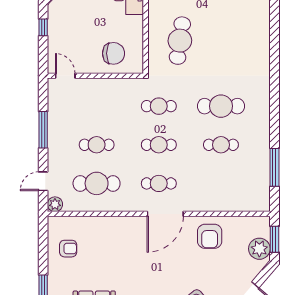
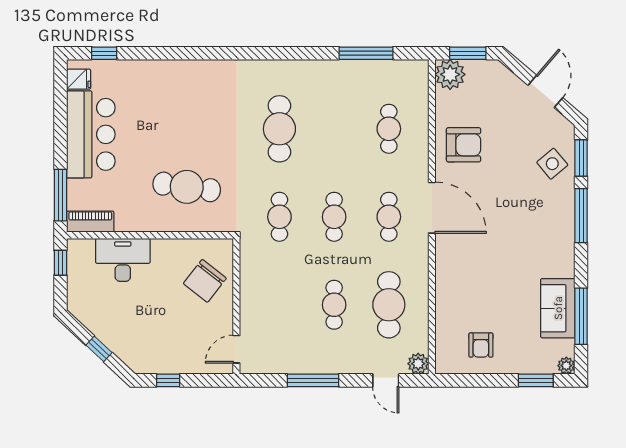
chair: (113, 53) -> (205, 281), turned -142
cafe table: (221, 145) -> (389, 129), moved
armchair: (68, 249) -> (481, 345), turned 180
plant: (259, 249) -> (450, 74), moved

